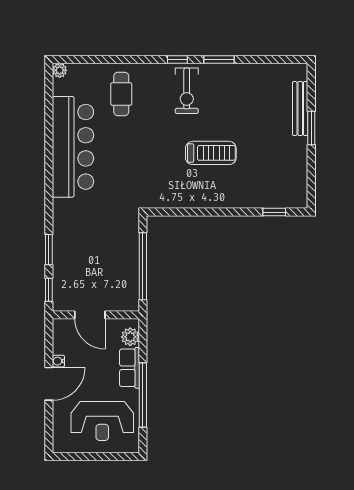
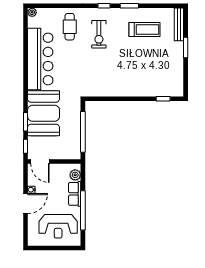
exercise bike: (187, 91) -> (99, 34), moved
bench: (300, 109) -> (179, 24), moved
treadmill: (211, 153) -> (144, 30), moved
booth: (78, 236) -> (44, 113), added
door: (90, 315) -> (40, 162), moved

